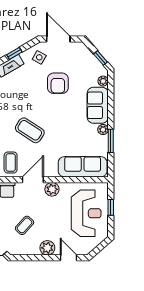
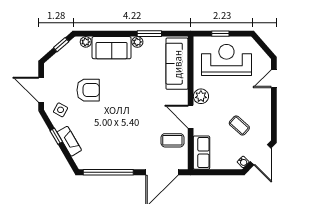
door: (58, 39) -> (41, 90), hinge flipped
coffee table: (30, 130) -> (138, 120), removed
plant: (47, 248) -> (263, 101), removed

